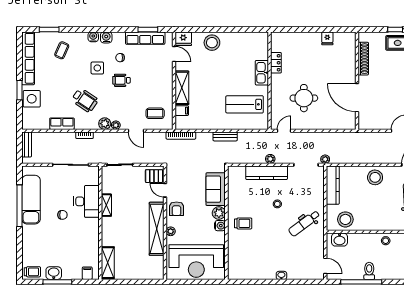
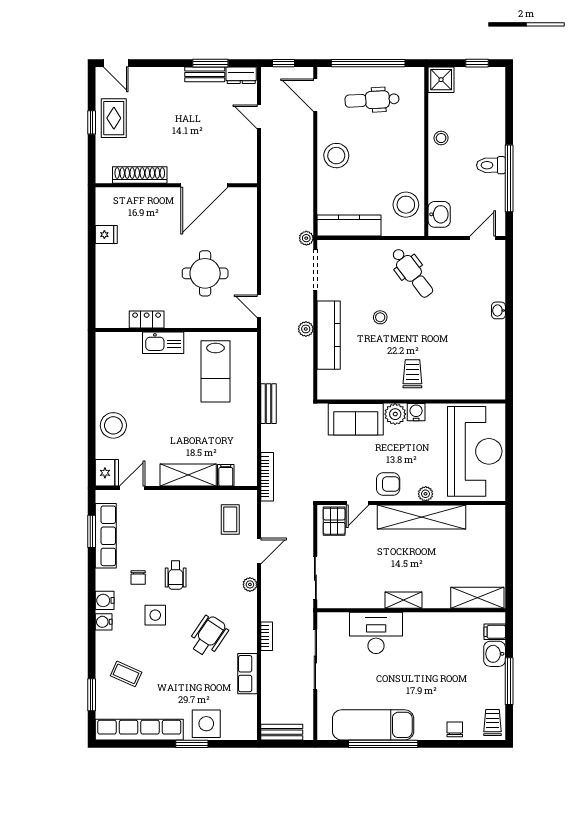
plant: (105, 124) -> (247, 603), removed
shelving: (106, 205) -> (404, 600), moved
chair: (62, 215) -> (455, 729), moved
washbasin: (54, 273) -> (495, 654), moved

